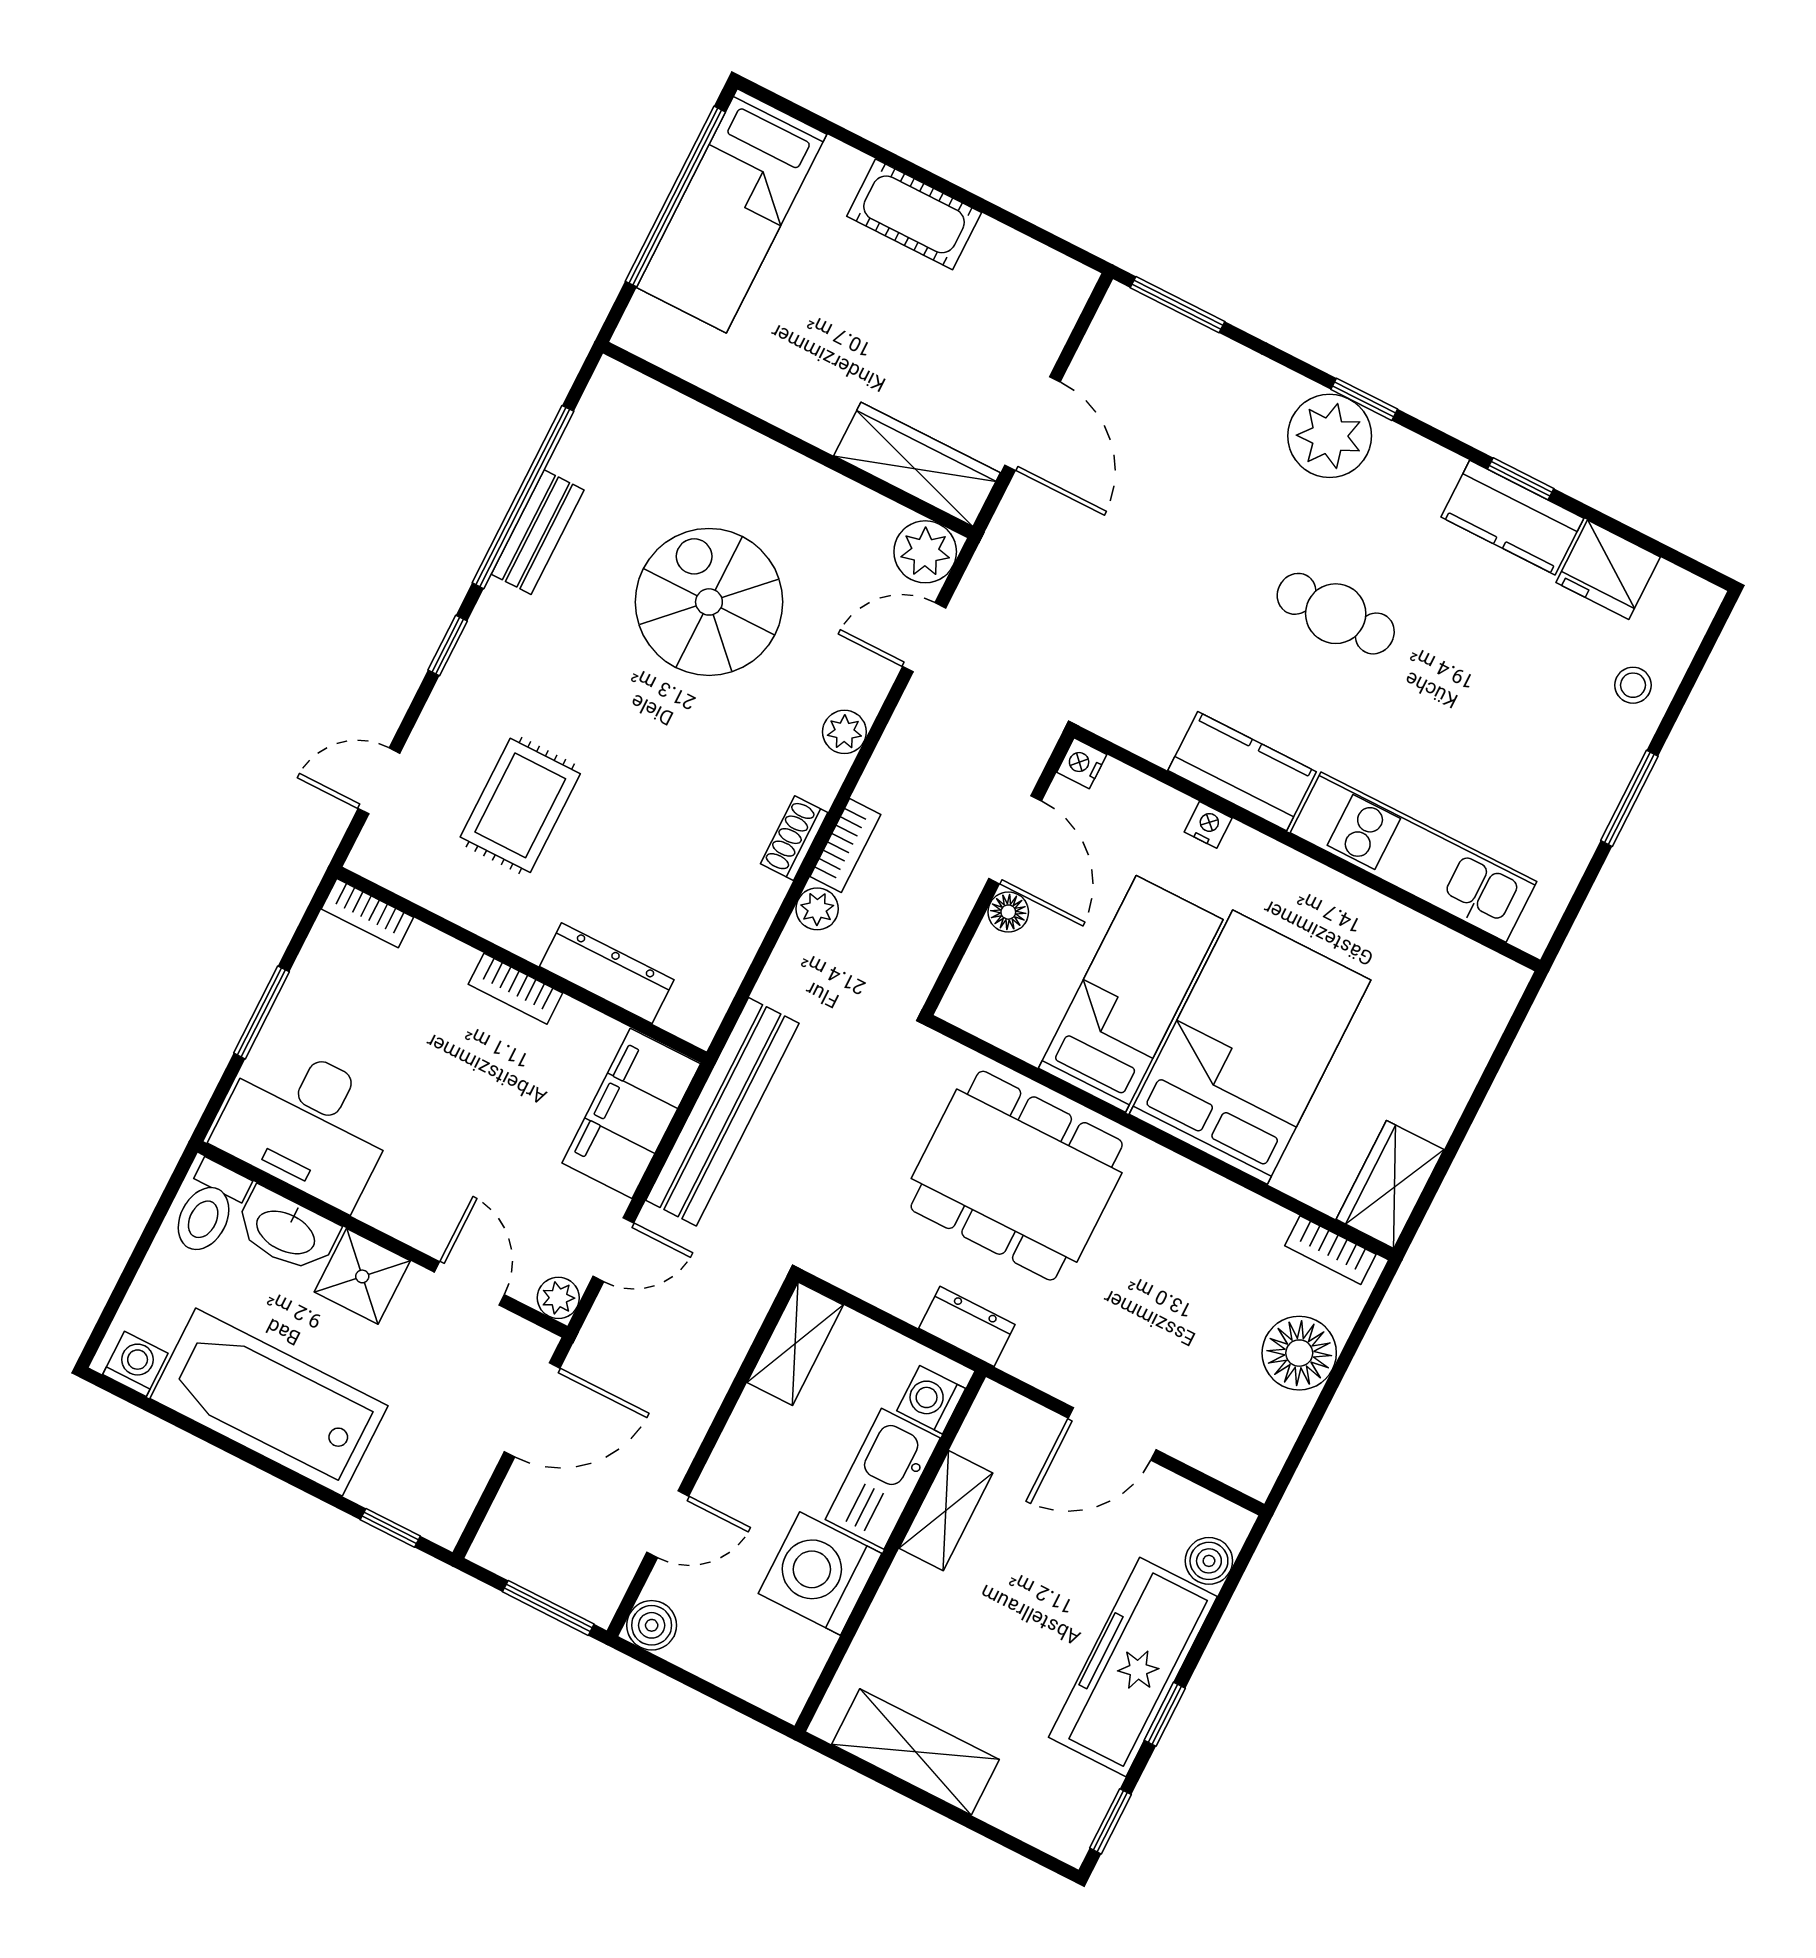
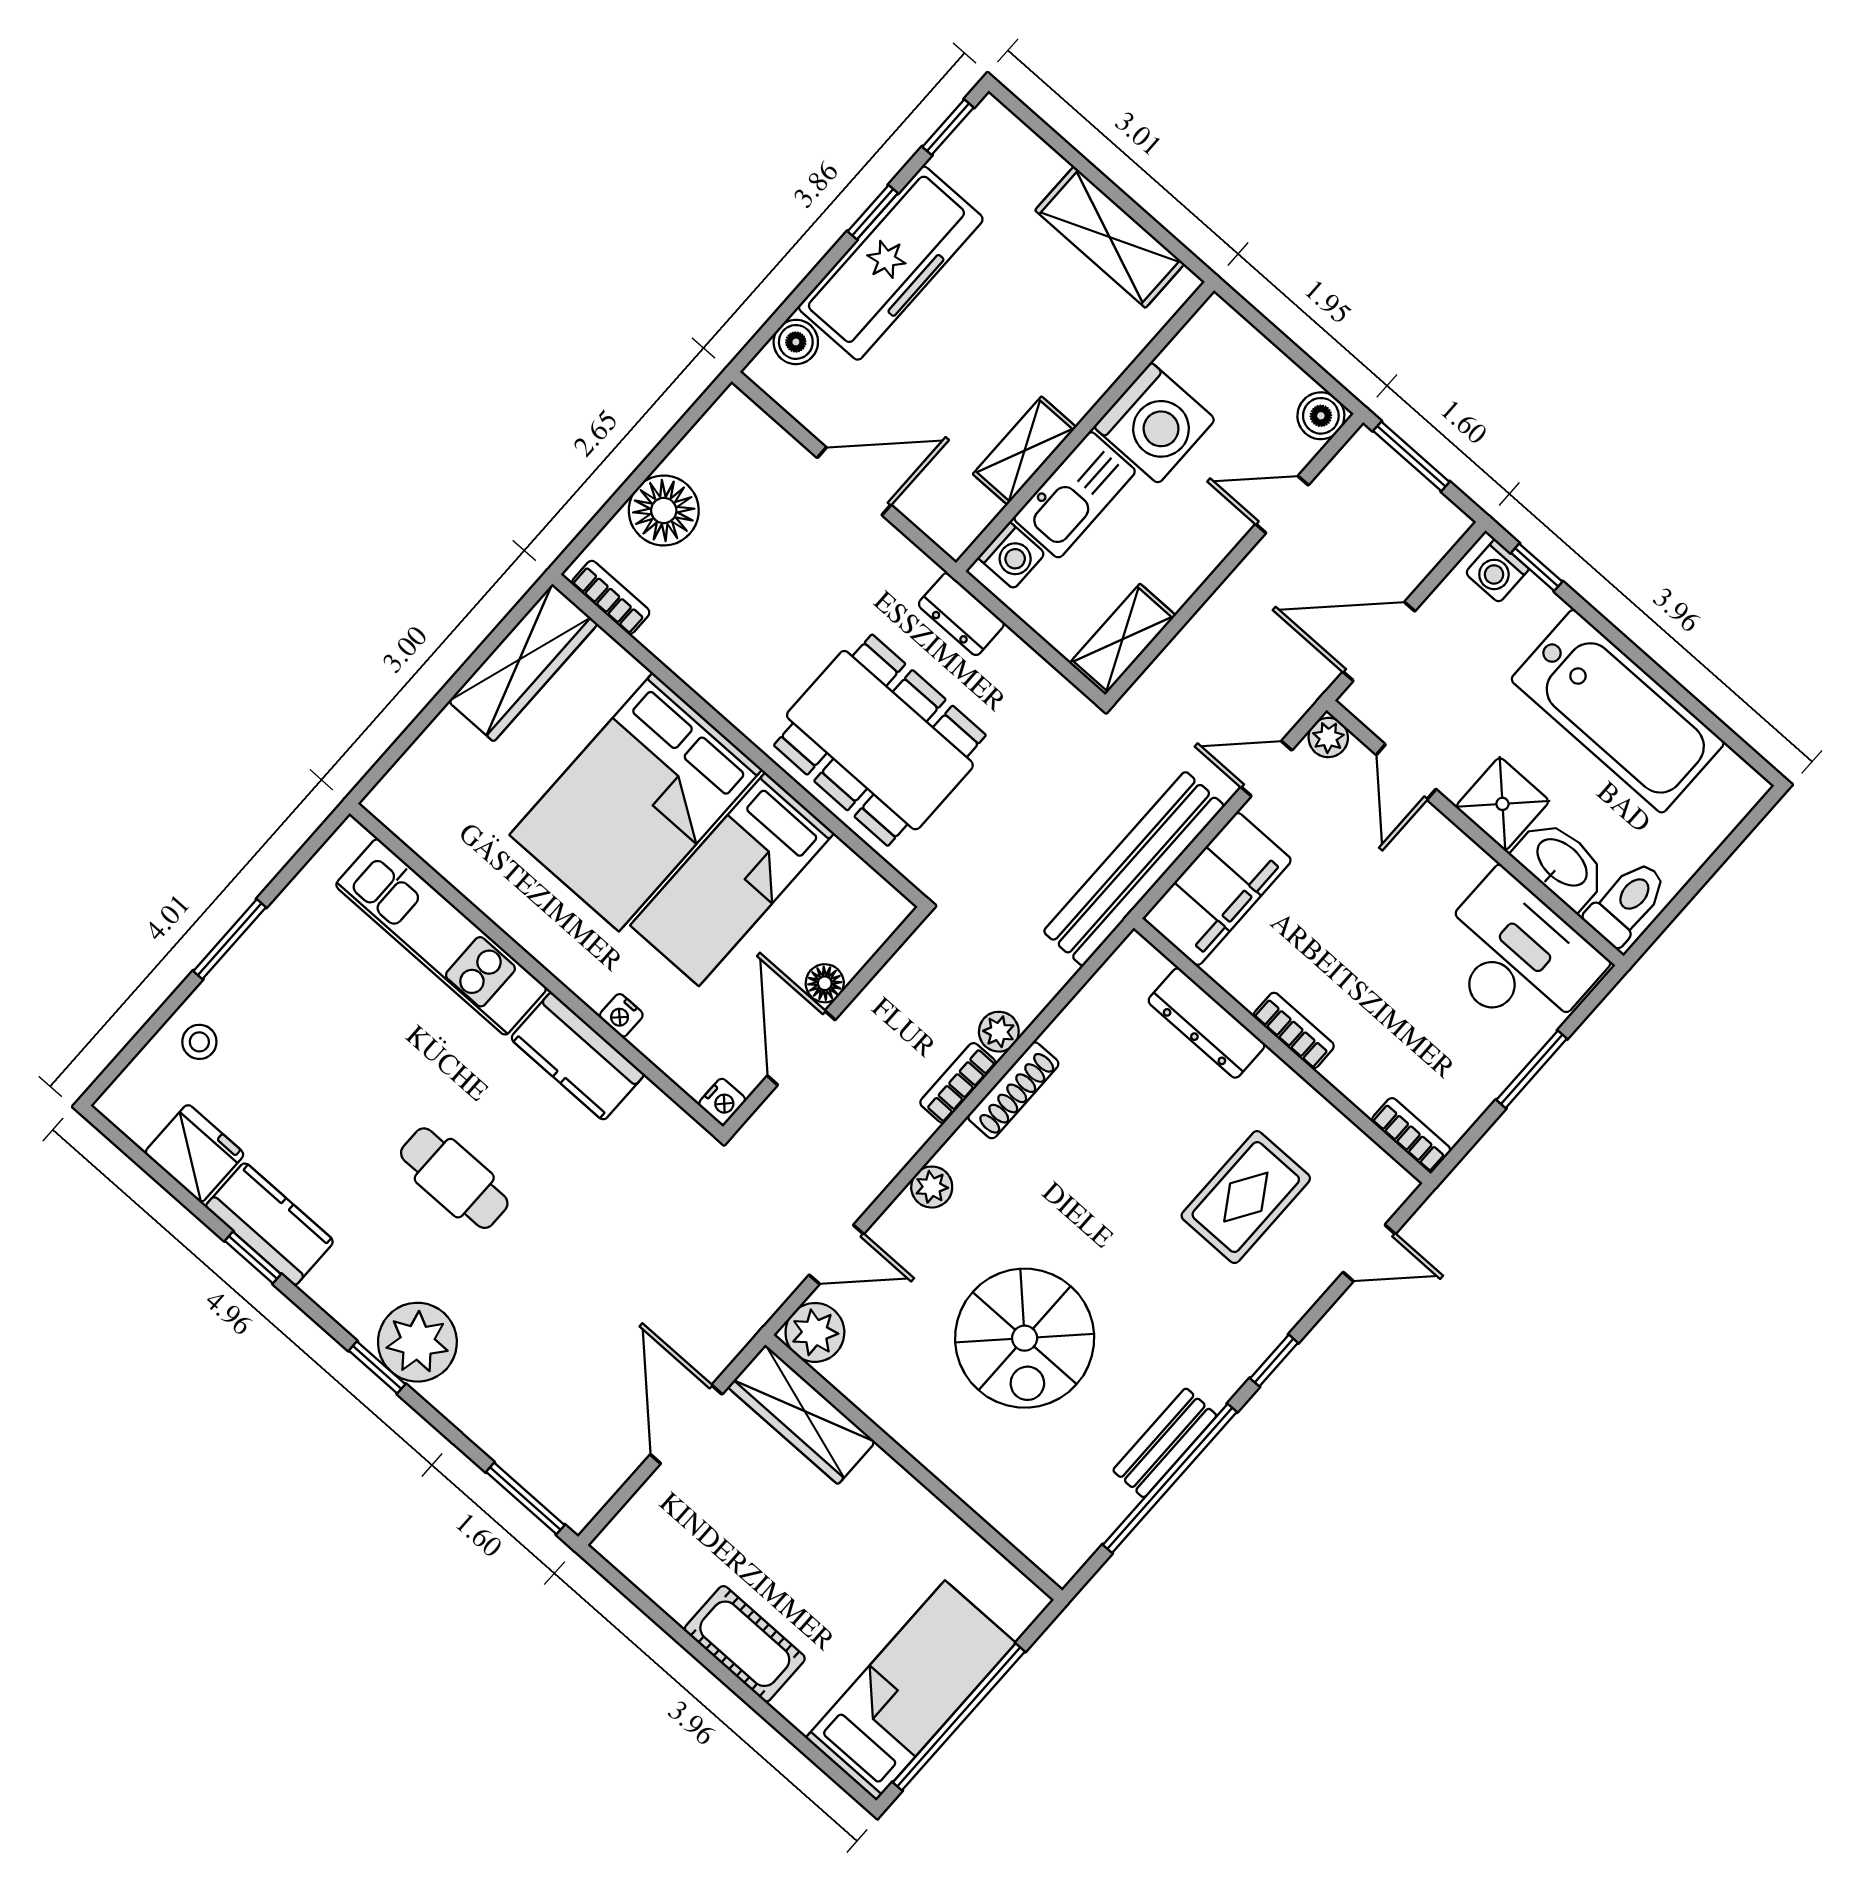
shoe rack: (794, 838) -> (1013, 1090), width x1.43
wardrobe: (1390, 1184) -> (523, 663), width x1.50
washing machine: (135, 1364) -> (1497, 571), moved

